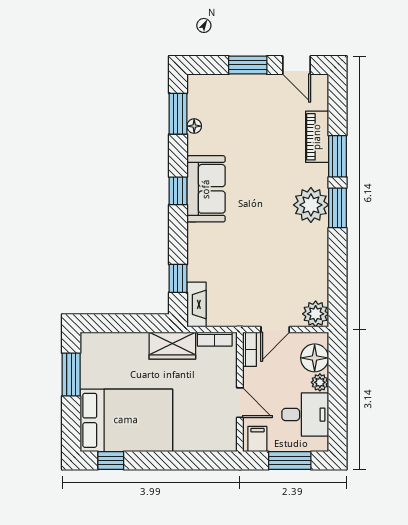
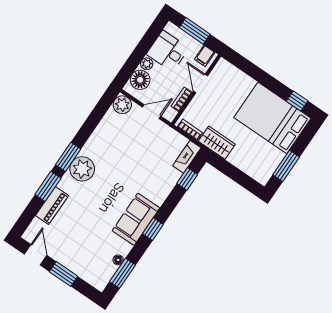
bookcase: (249, 349) -> (182, 99), moved

